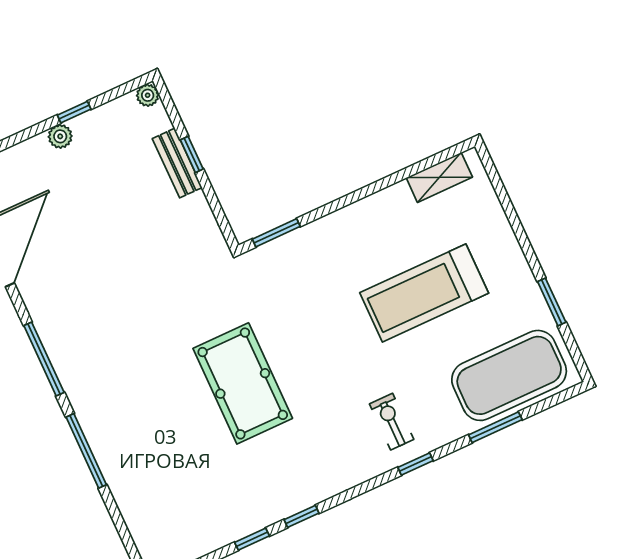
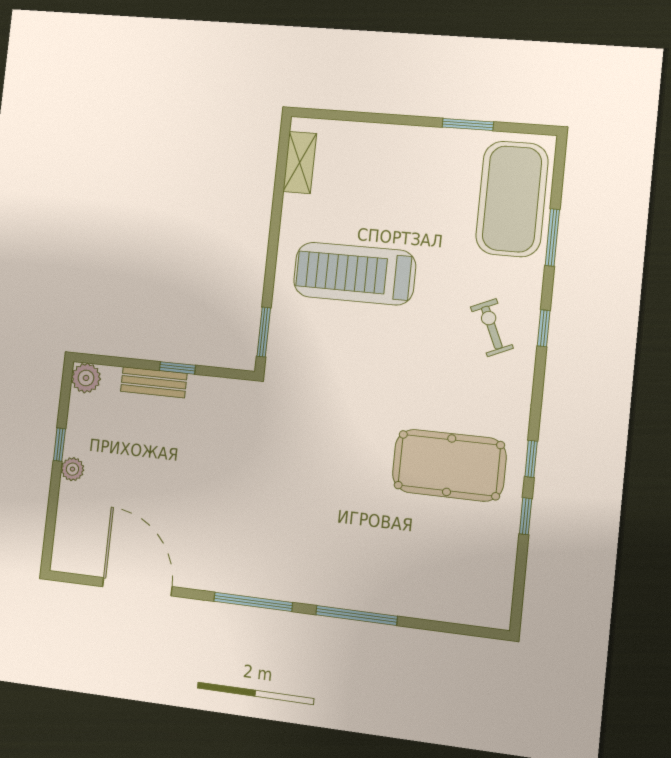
plant: (148, 95) -> (86, 378), width x1.38, depth x1.38
window: (192, 154) -> (178, 368), moved
treadmill: (424, 293) -> (354, 274), moved, turned 90
pool table: (243, 383) -> (449, 465), moved
exercise bike: (392, 422) -> (492, 328), turned 66

